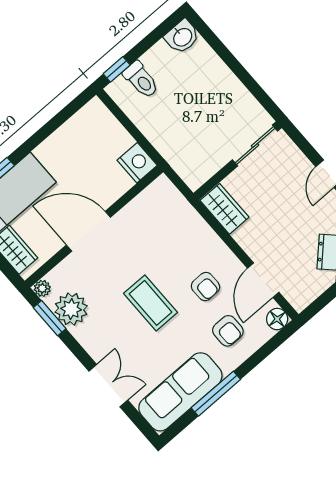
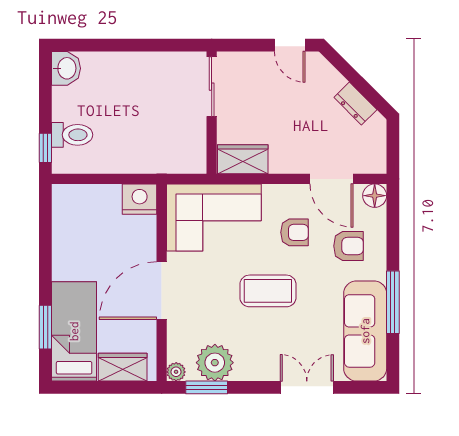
corner sofa: (168, 224) -> (214, 217), added

